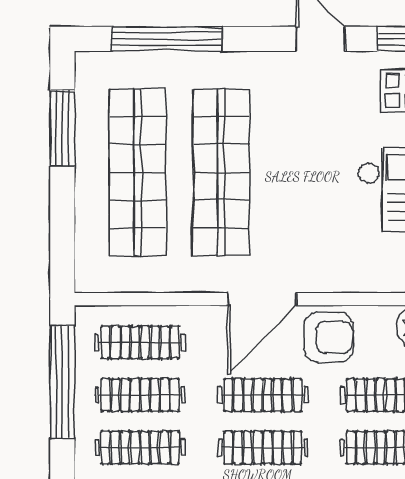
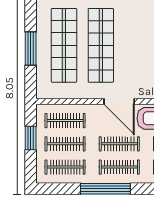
window: (62, 128) -> (31, 49), moved
door: (262, 299) -> (119, 102), hinge flipped
window: (62, 382) -> (31, 138), width x0.47

